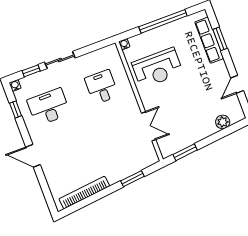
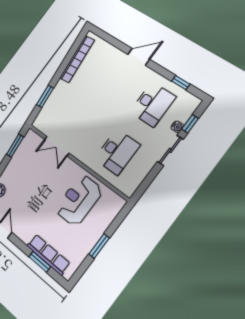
window: (163, 21) -> (99, 246), width x0.47
water cooler: (124, 44) -> (121, 202), removed
water cooler: (15, 85) -> (177, 127), moved
desk: (102, 87) -> (117, 152), width x1.37

